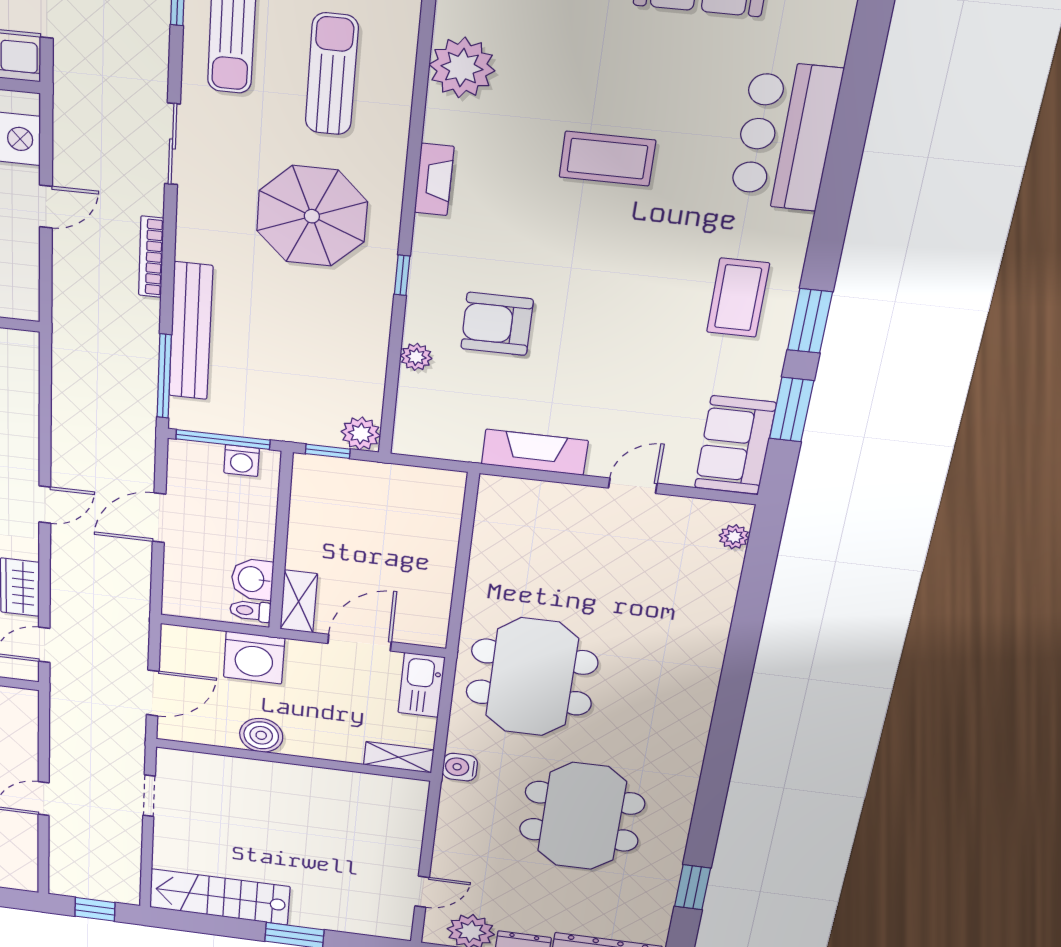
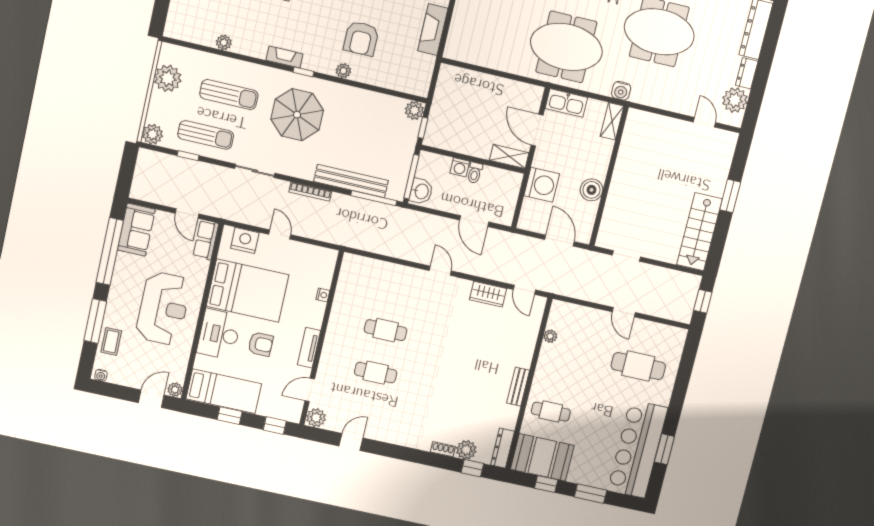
plant: (462, 68) -> (224, 42), width x0.53, depth x0.53
sun lounger: (332, 74) -> (229, 95), turned 180
window: (402, 275) -> (303, 72), moved
plant: (416, 357) -> (343, 71), moved
washing machine: (242, 461) -> (460, 167), moved, turned 90
door: (159, 518) -> (474, 221), moved
washbasin: (252, 579) -> (421, 191), moved, turned -90
toilet: (250, 611) -> (475, 173), moved

